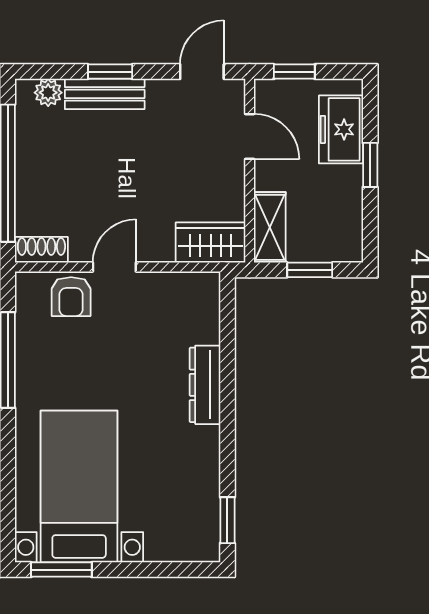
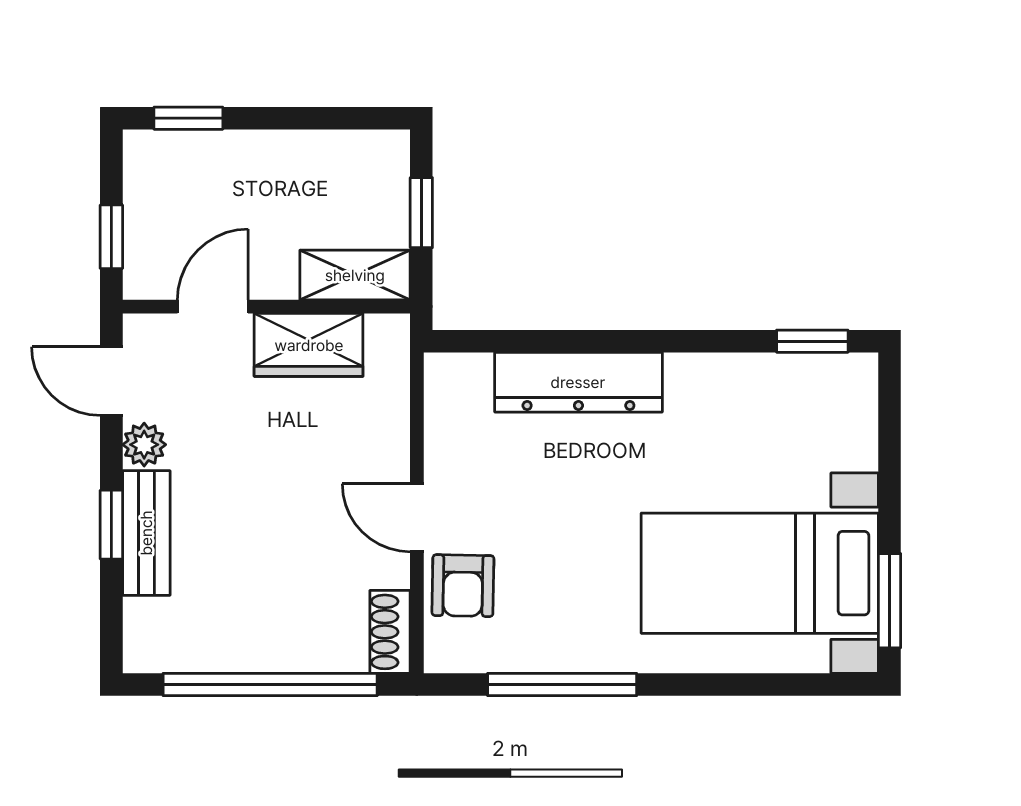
plant: (48, 93) -> (144, 445), moved
freezer: (341, 129) -> (202, 164), removed
window: (370, 165) -> (188, 118), moved
wardrobe: (211, 243) -> (309, 345), moved, turned -90
armchair: (71, 297) -> (463, 586), turned 91
dresser: (205, 385) -> (578, 382), width x1.37, depth x1.24

